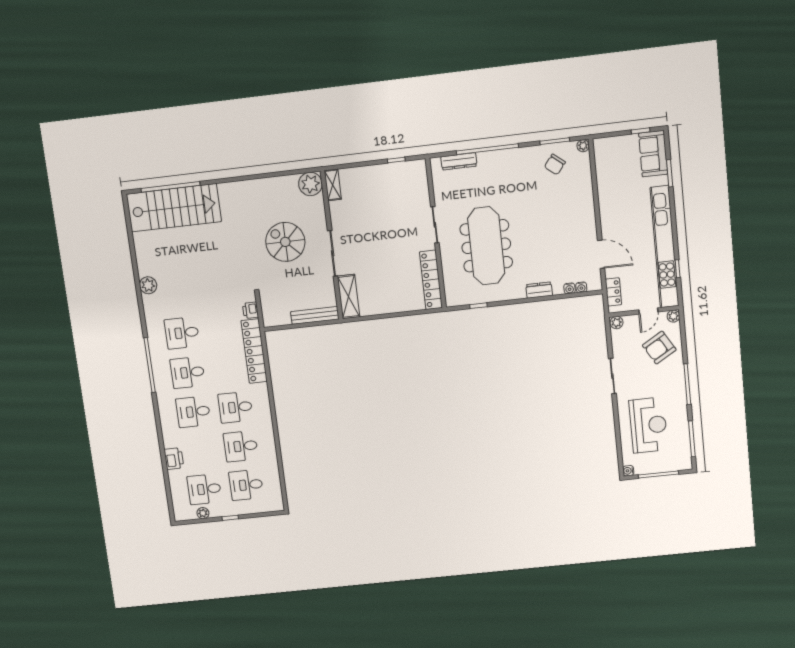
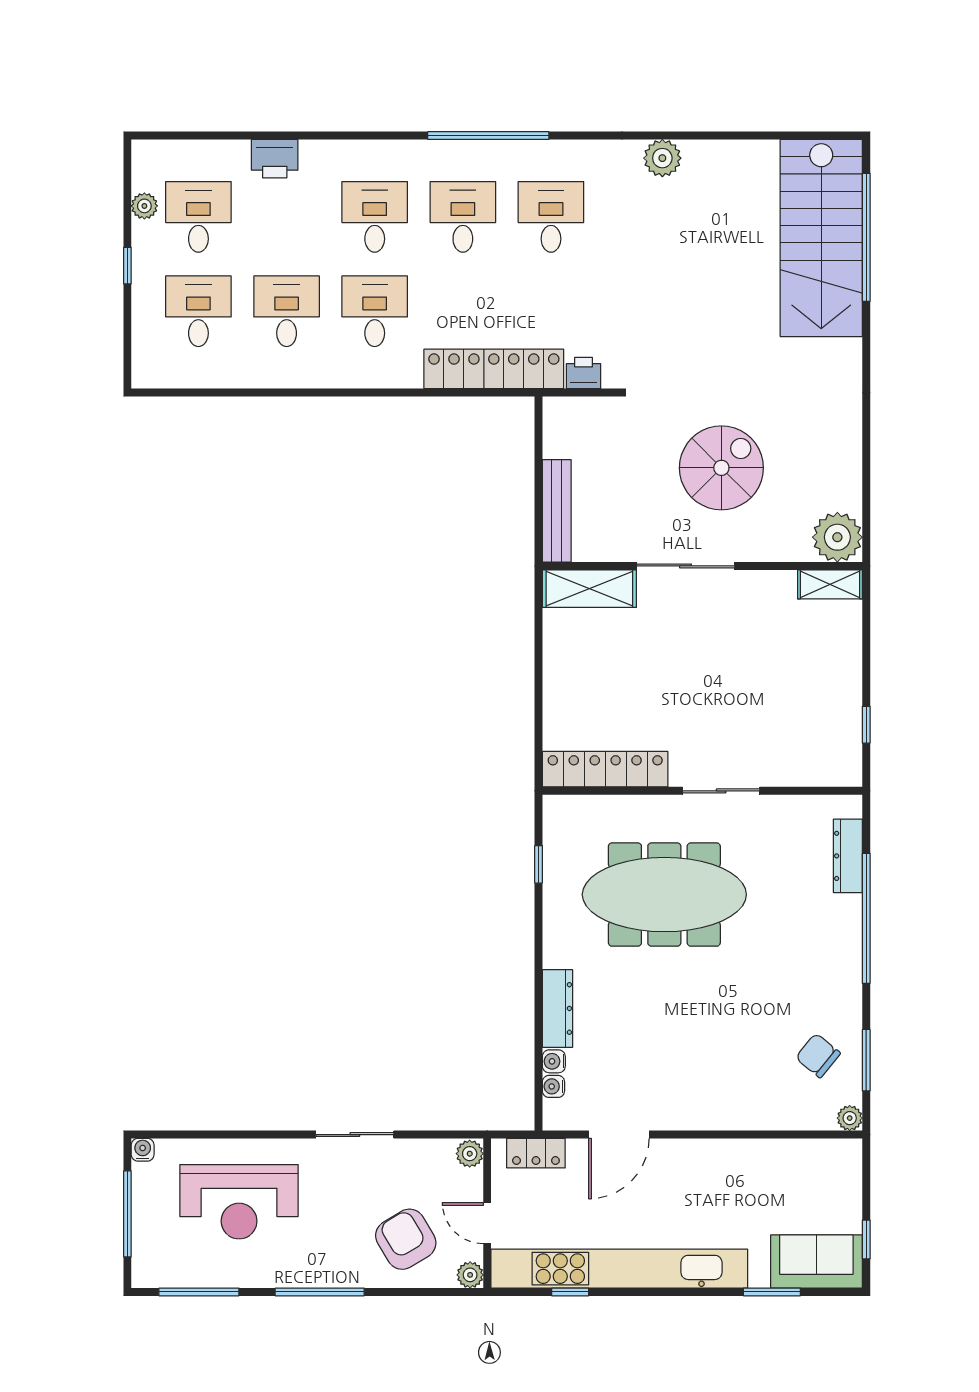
dresser: (539, 290) -> (558, 1008), width x1.44

